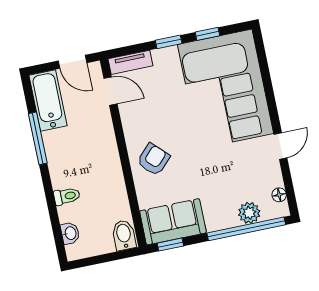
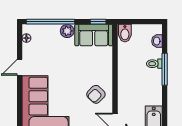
window: (38, 138) -> (165, 69), moved
armchair: (153, 159) -> (96, 94), moved
plant: (249, 213) -> (67, 31), moved

